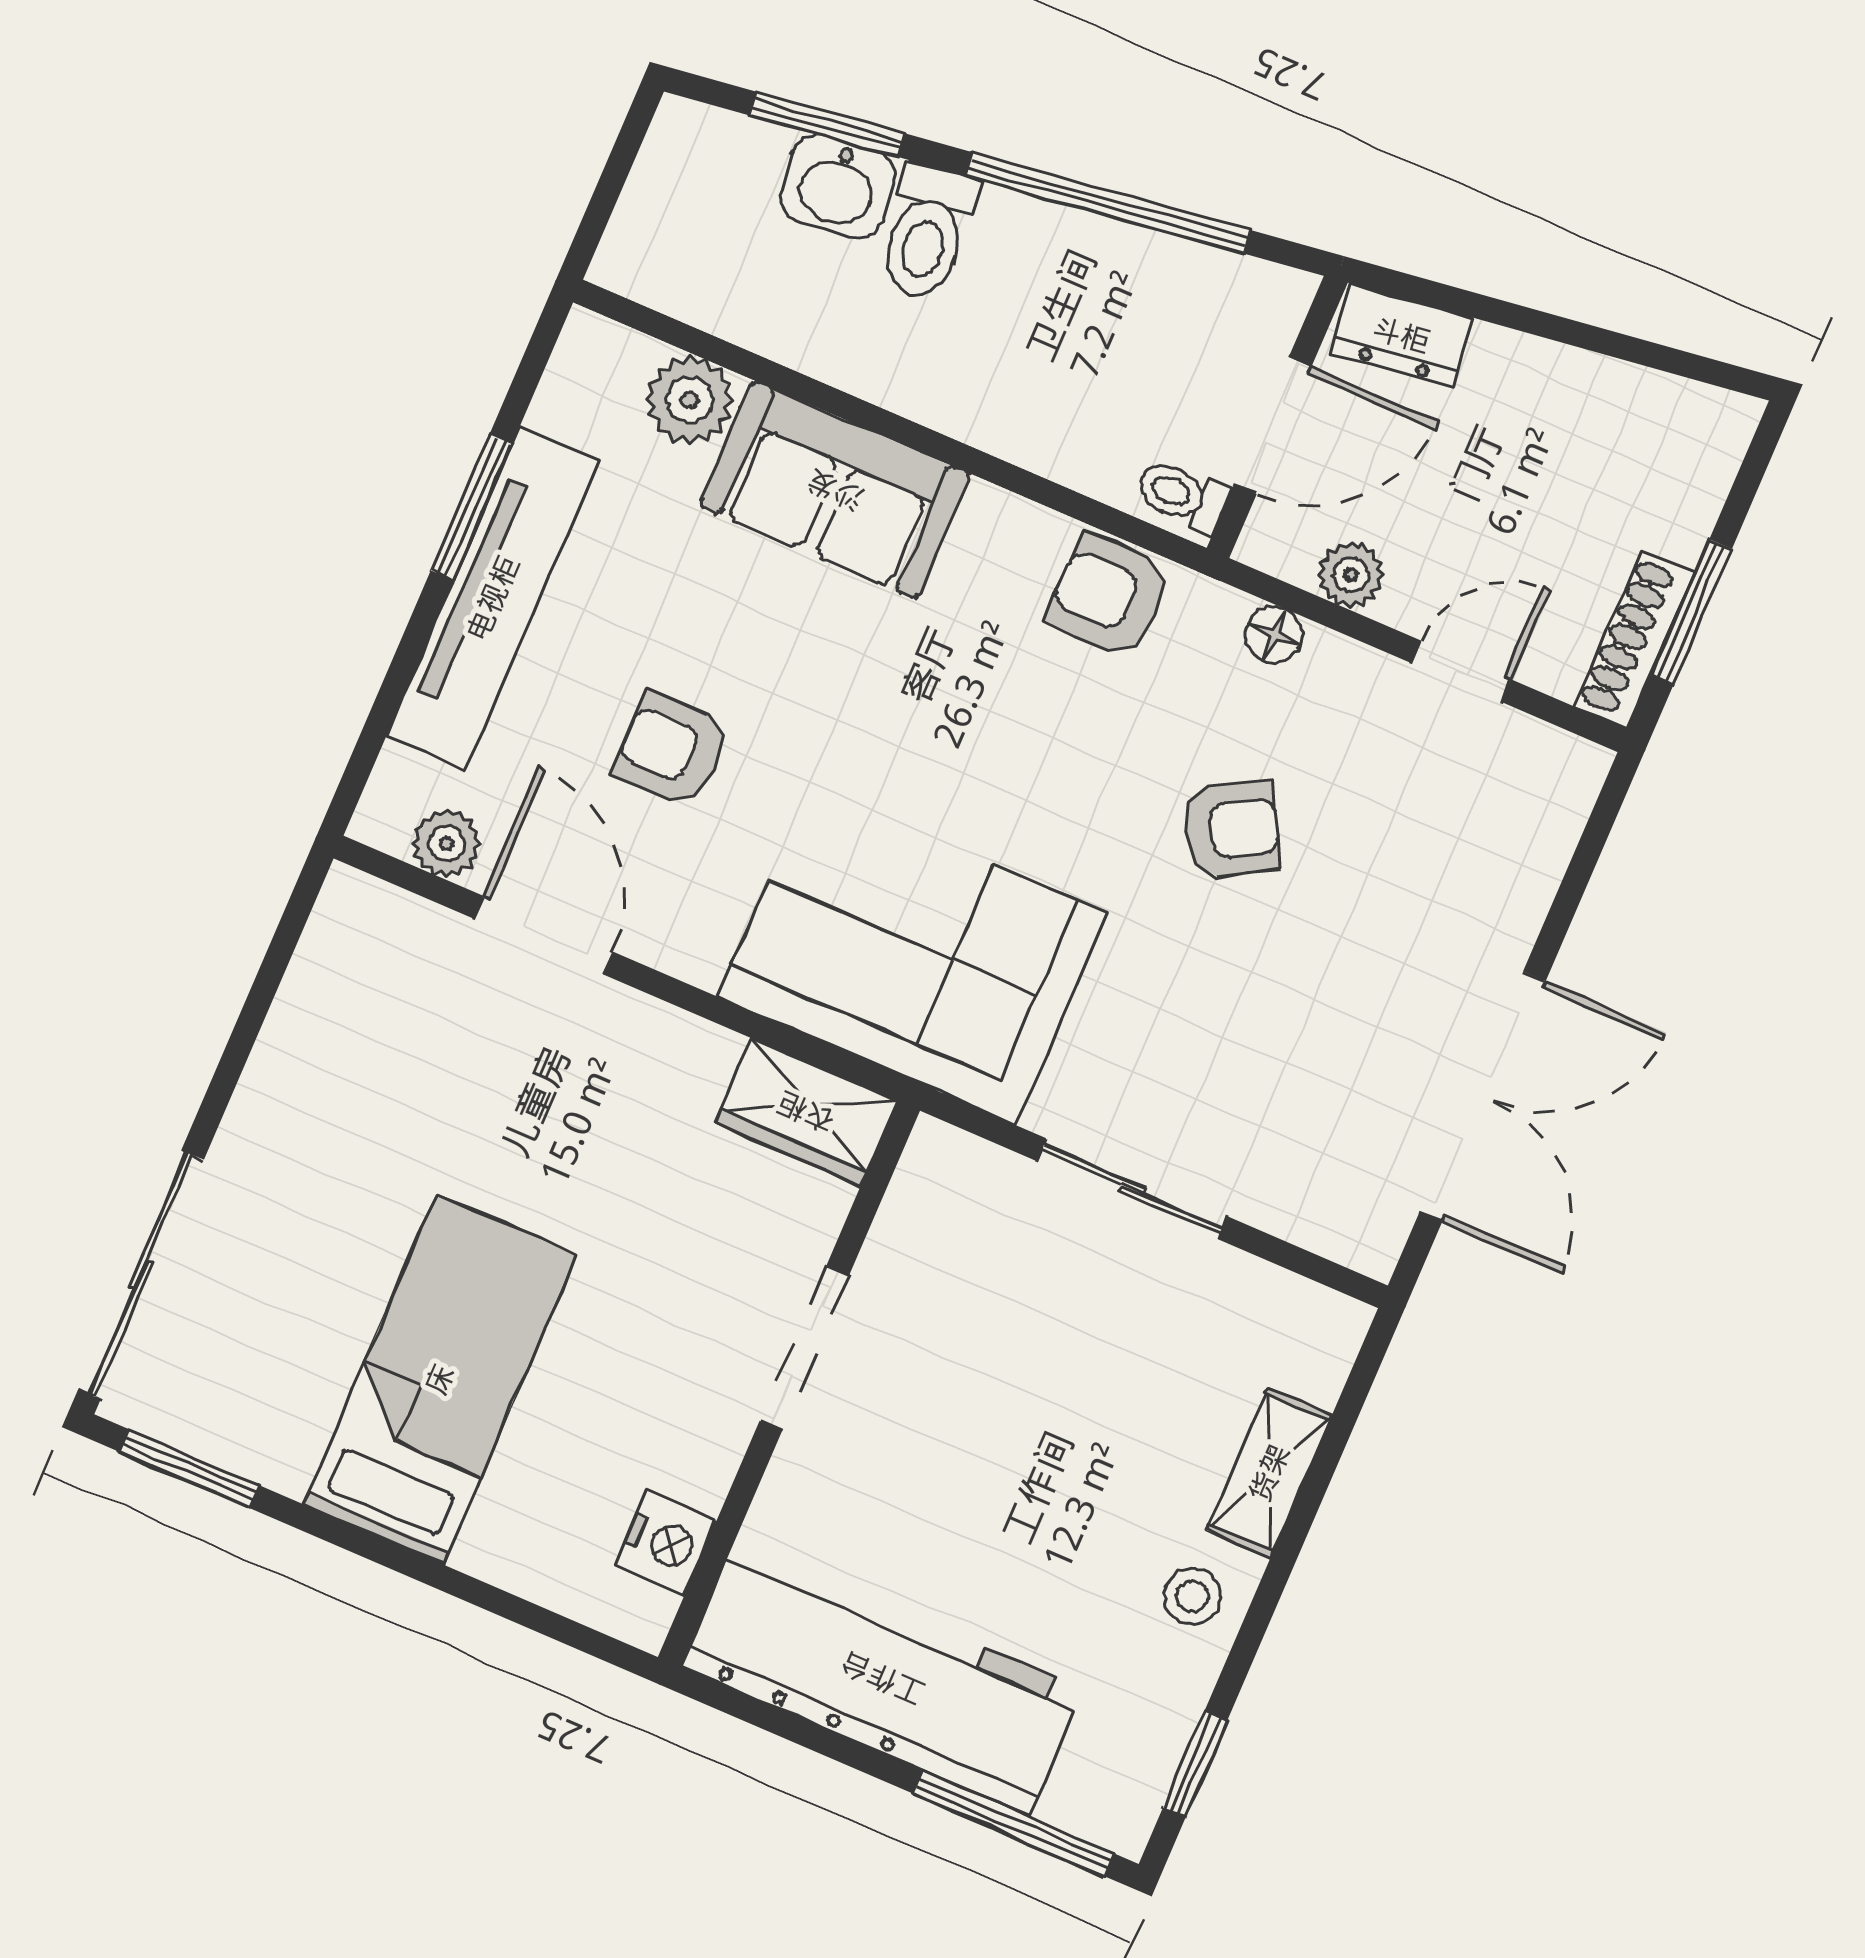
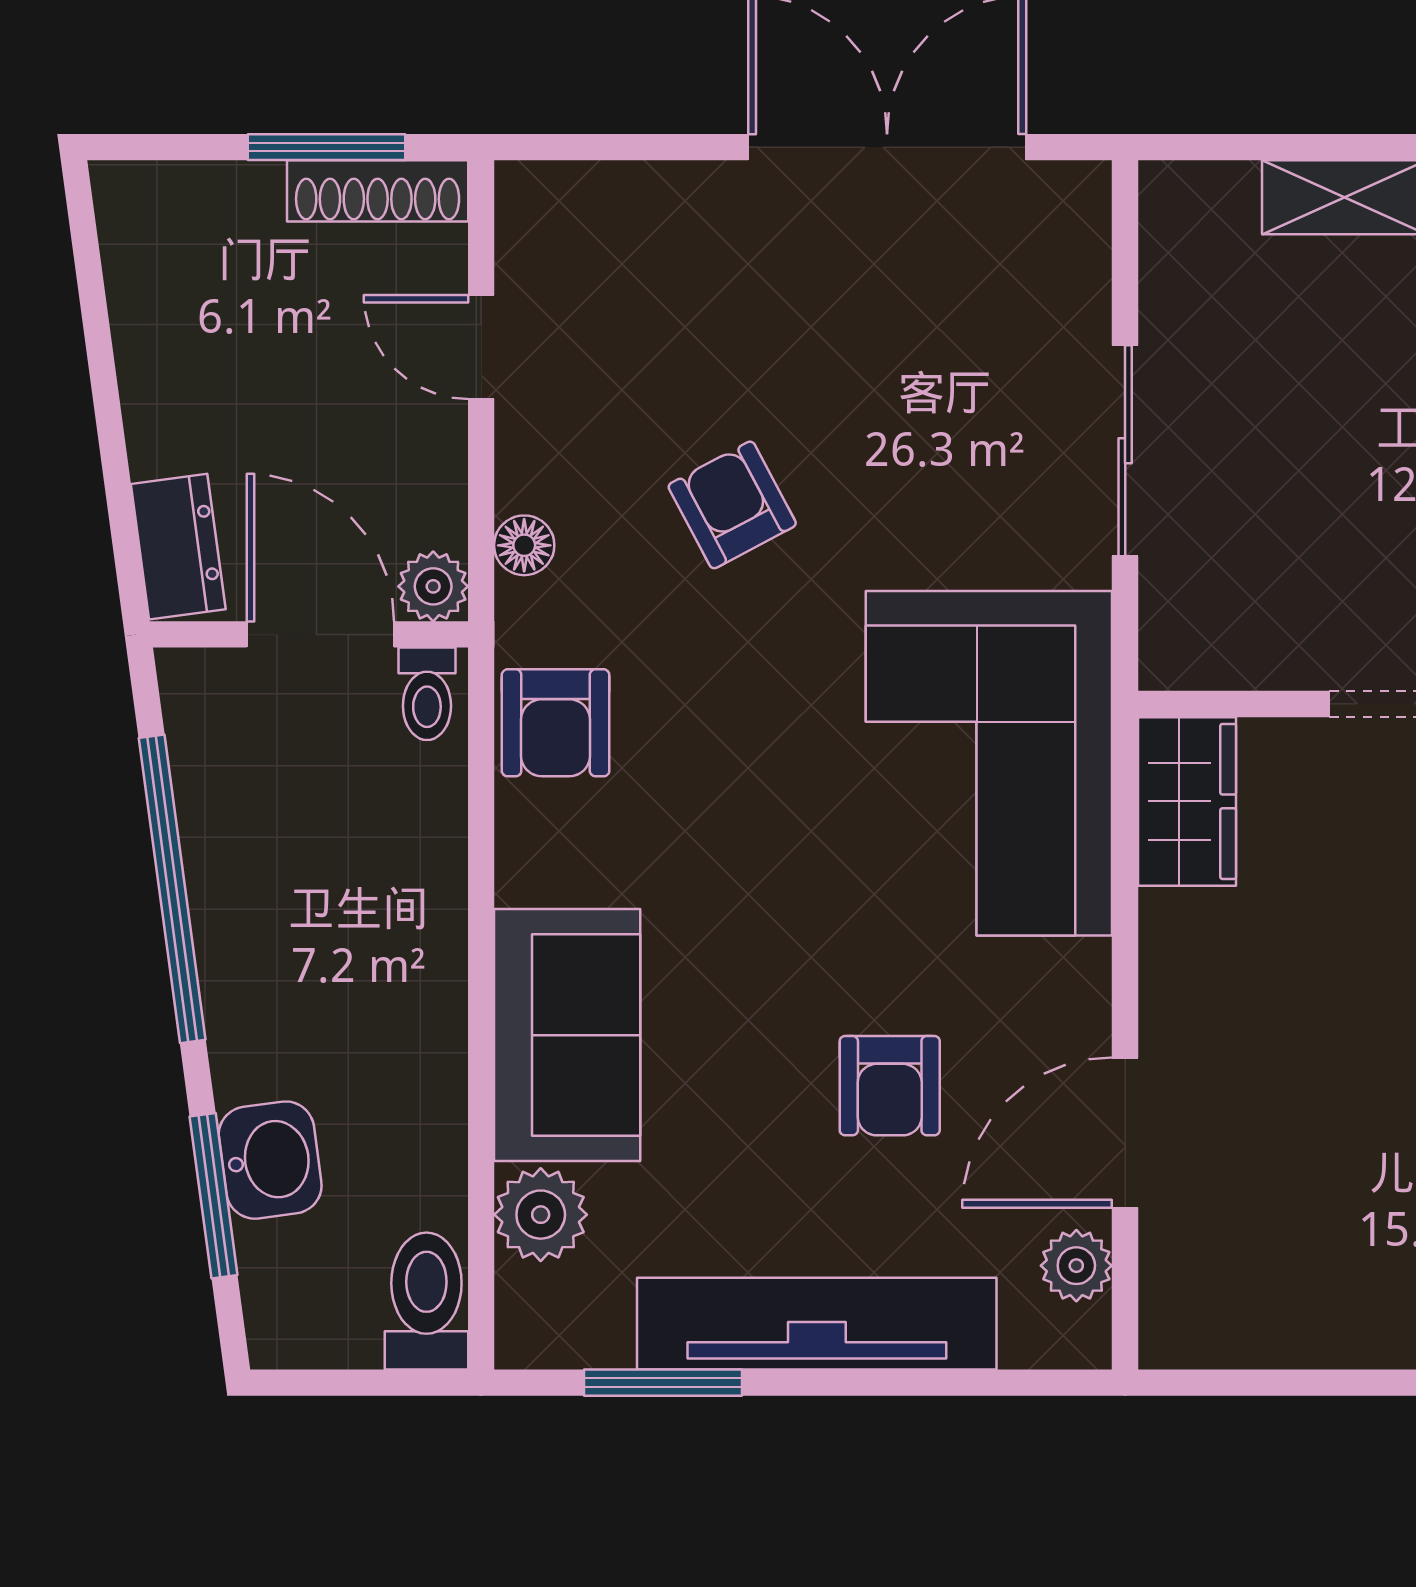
toilet: (927, 232) -> (426, 1301), moved, turned -82
window: (472, 507) -> (663, 1383), moved
plant: (1351, 575) -> (433, 586), moved

